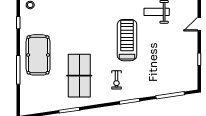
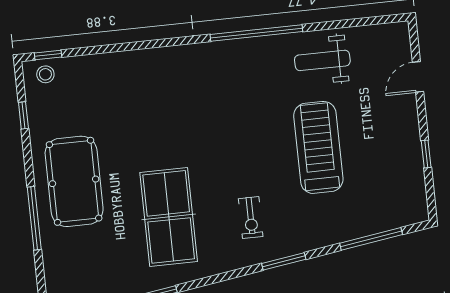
treadmill: (127, 40) -> (318, 147), moved

